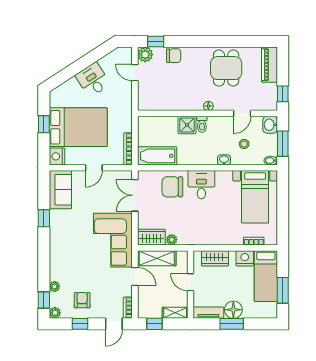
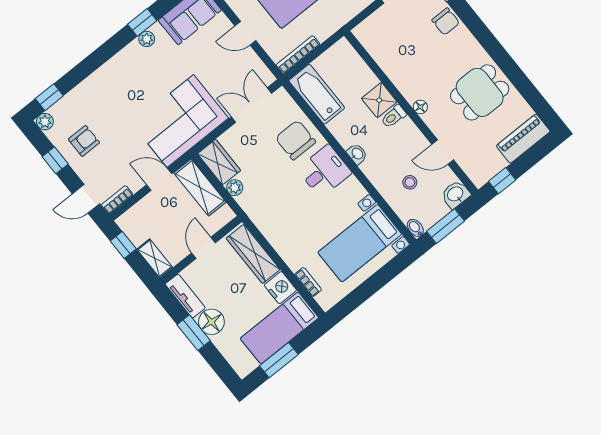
washbasin: (224, 160) -> (357, 154), moved
wardrobe: (215, 258) -> (253, 254), width x1.50
door: (135, 276) -> (159, 179), swing flipped
plant: (55, 287) -> (147, 39), moved

